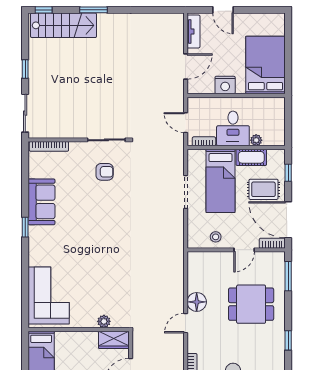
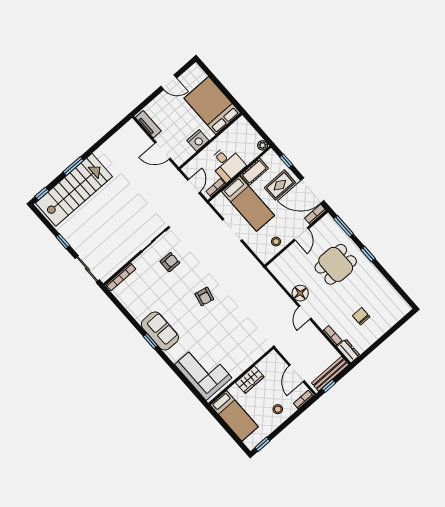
door: (223, 10) -> (169, 82), moved
stairs: (64, 25) -> (74, 190), width x1.36, depth x1.51
door: (186, 66) -> (163, 151), swing flipped
door: (186, 123) -> (194, 186), swing flipped
plant: (256, 140) -> (263, 145), moved
sofa: (41, 202) -> (160, 331), moved
armchair: (108, 230) -> (204, 297), added
plant: (104, 321) -> (252, 357), removed
wardrobe: (114, 340) -> (250, 380), moved
window: (288, 340) -> (368, 254), moved

